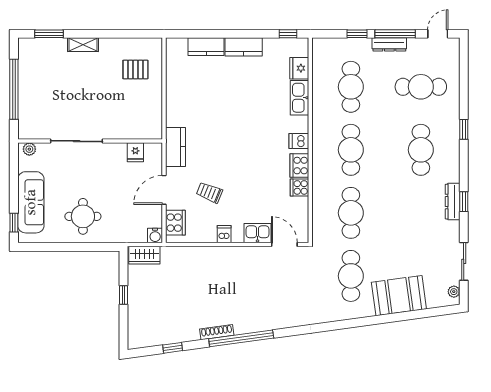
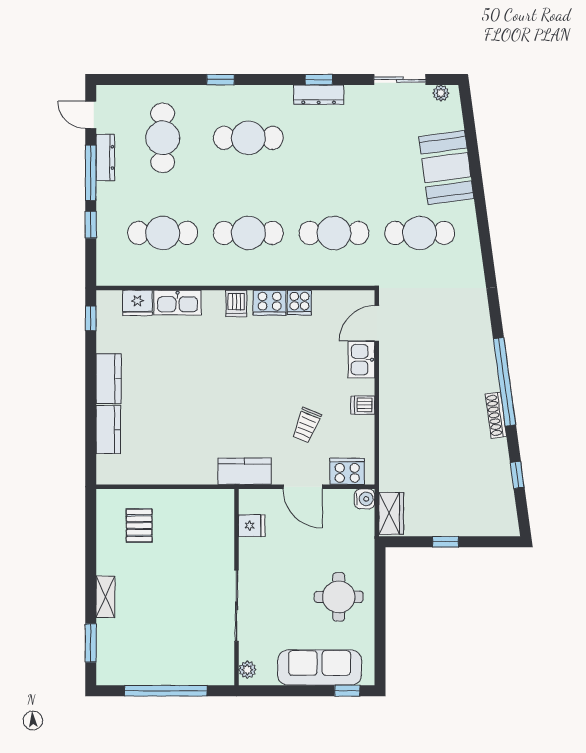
dresser: (389, 44) -> (105, 157), moved

